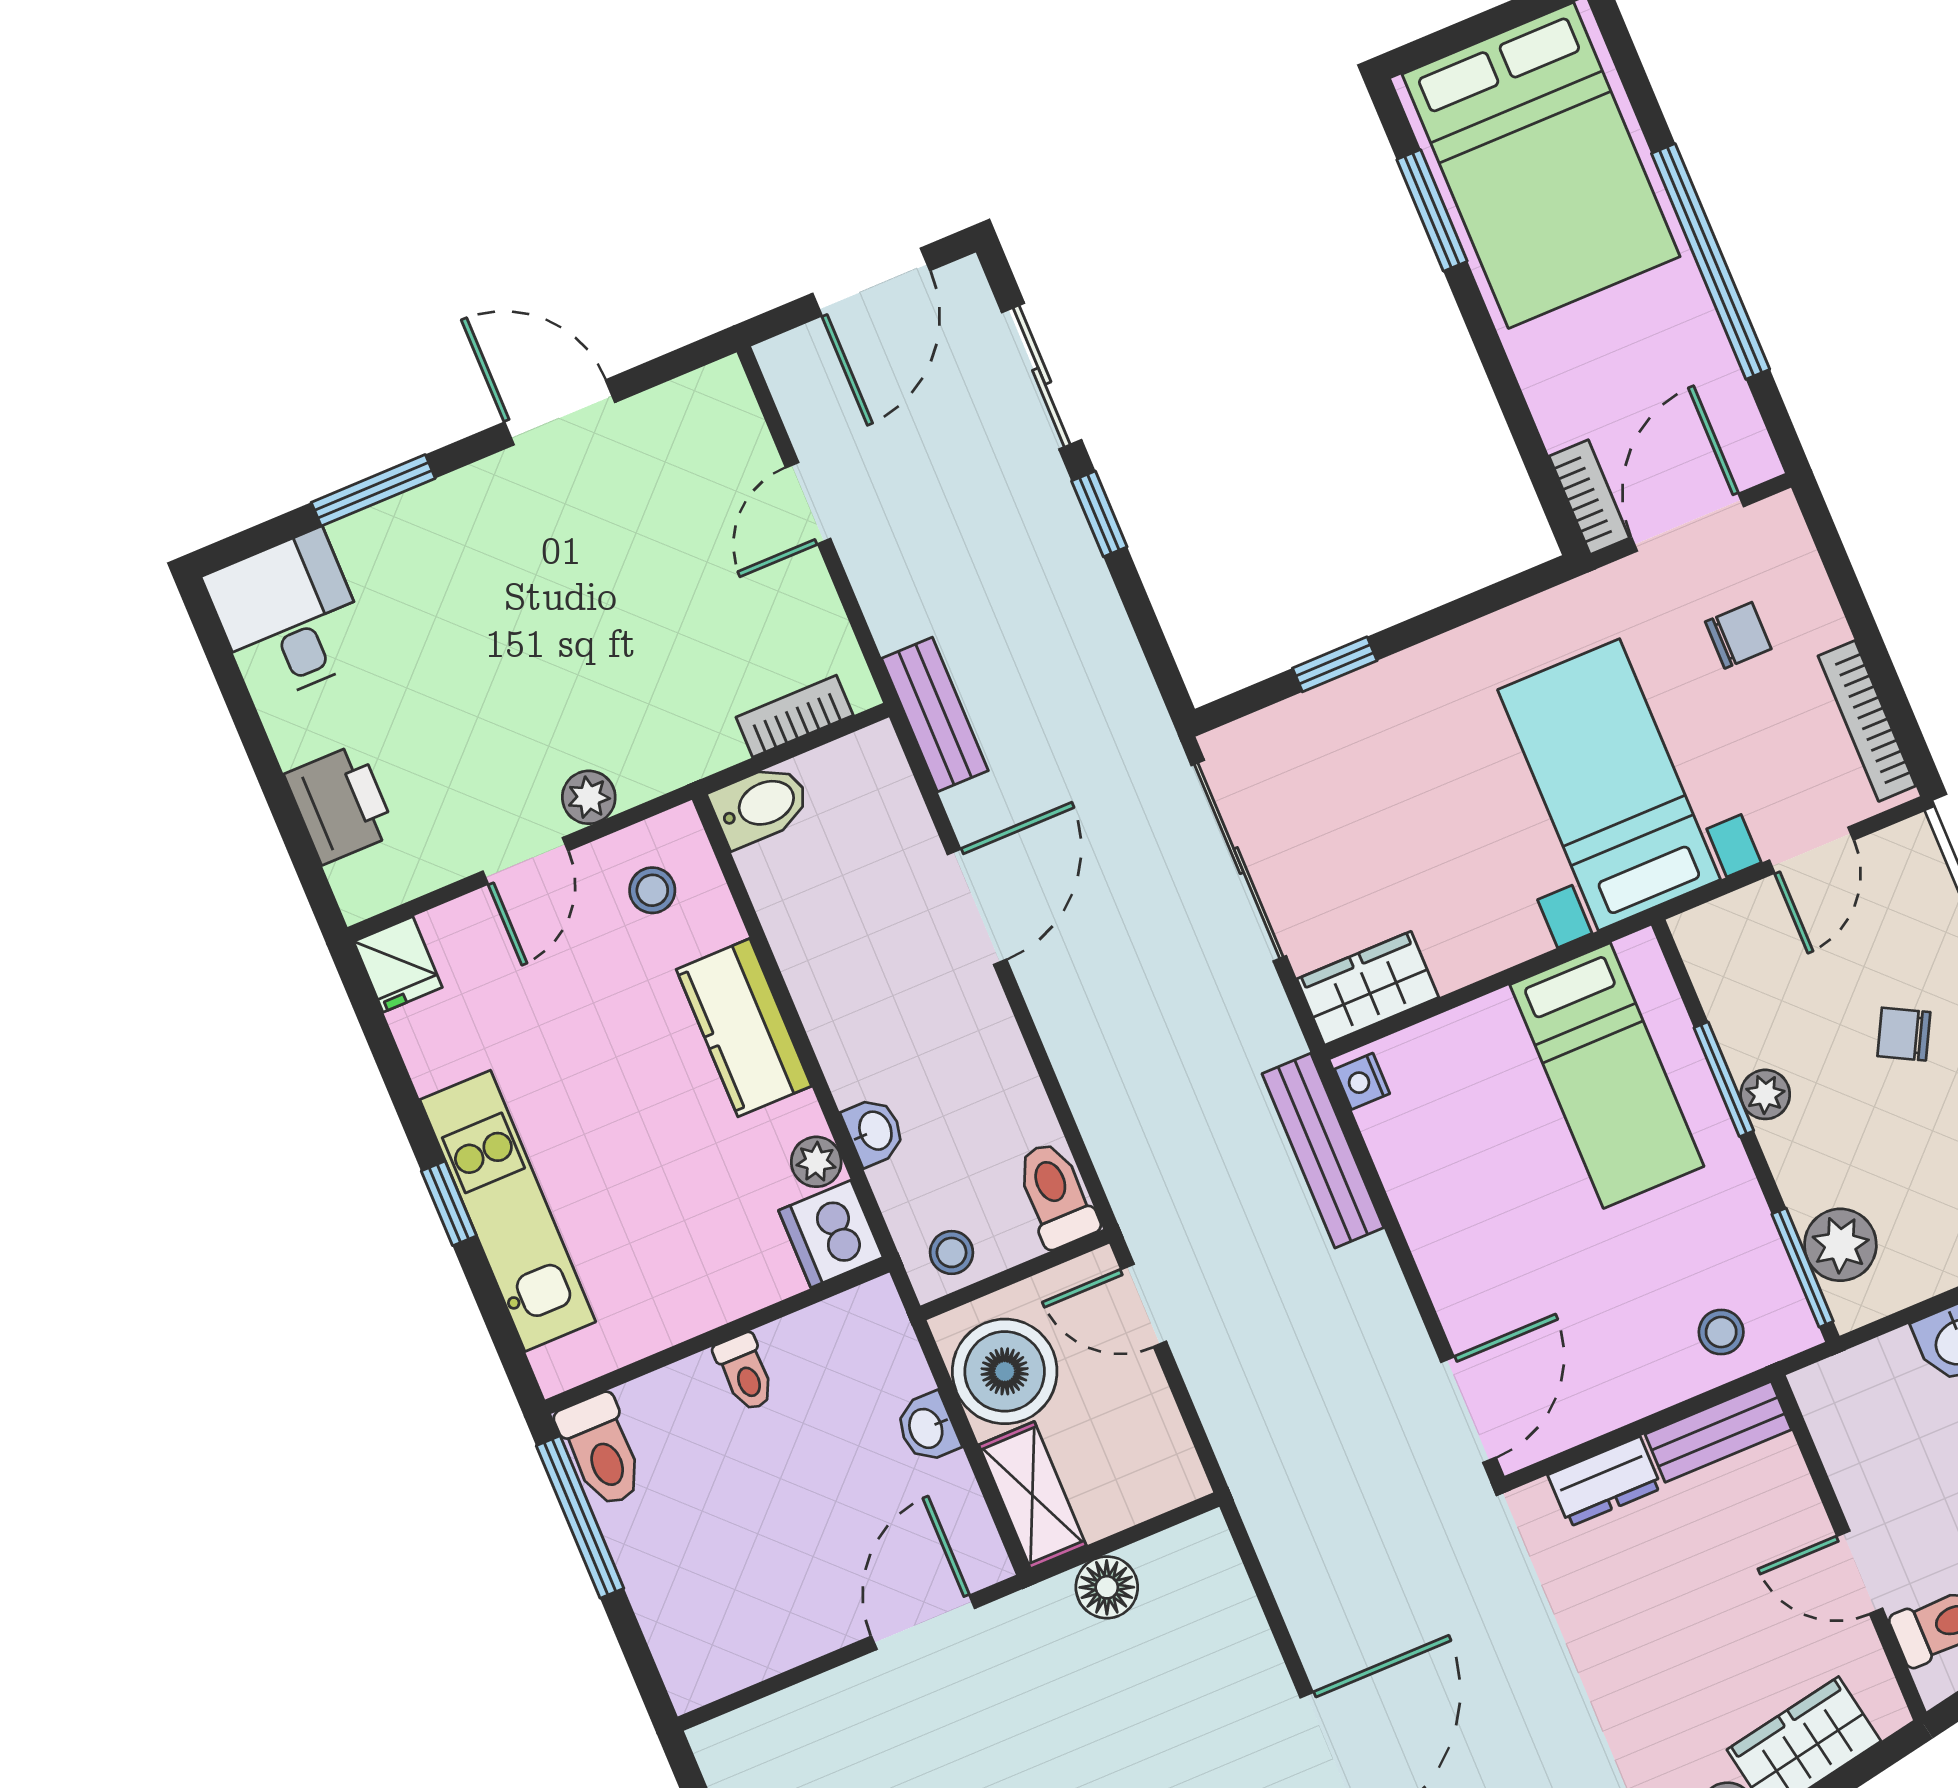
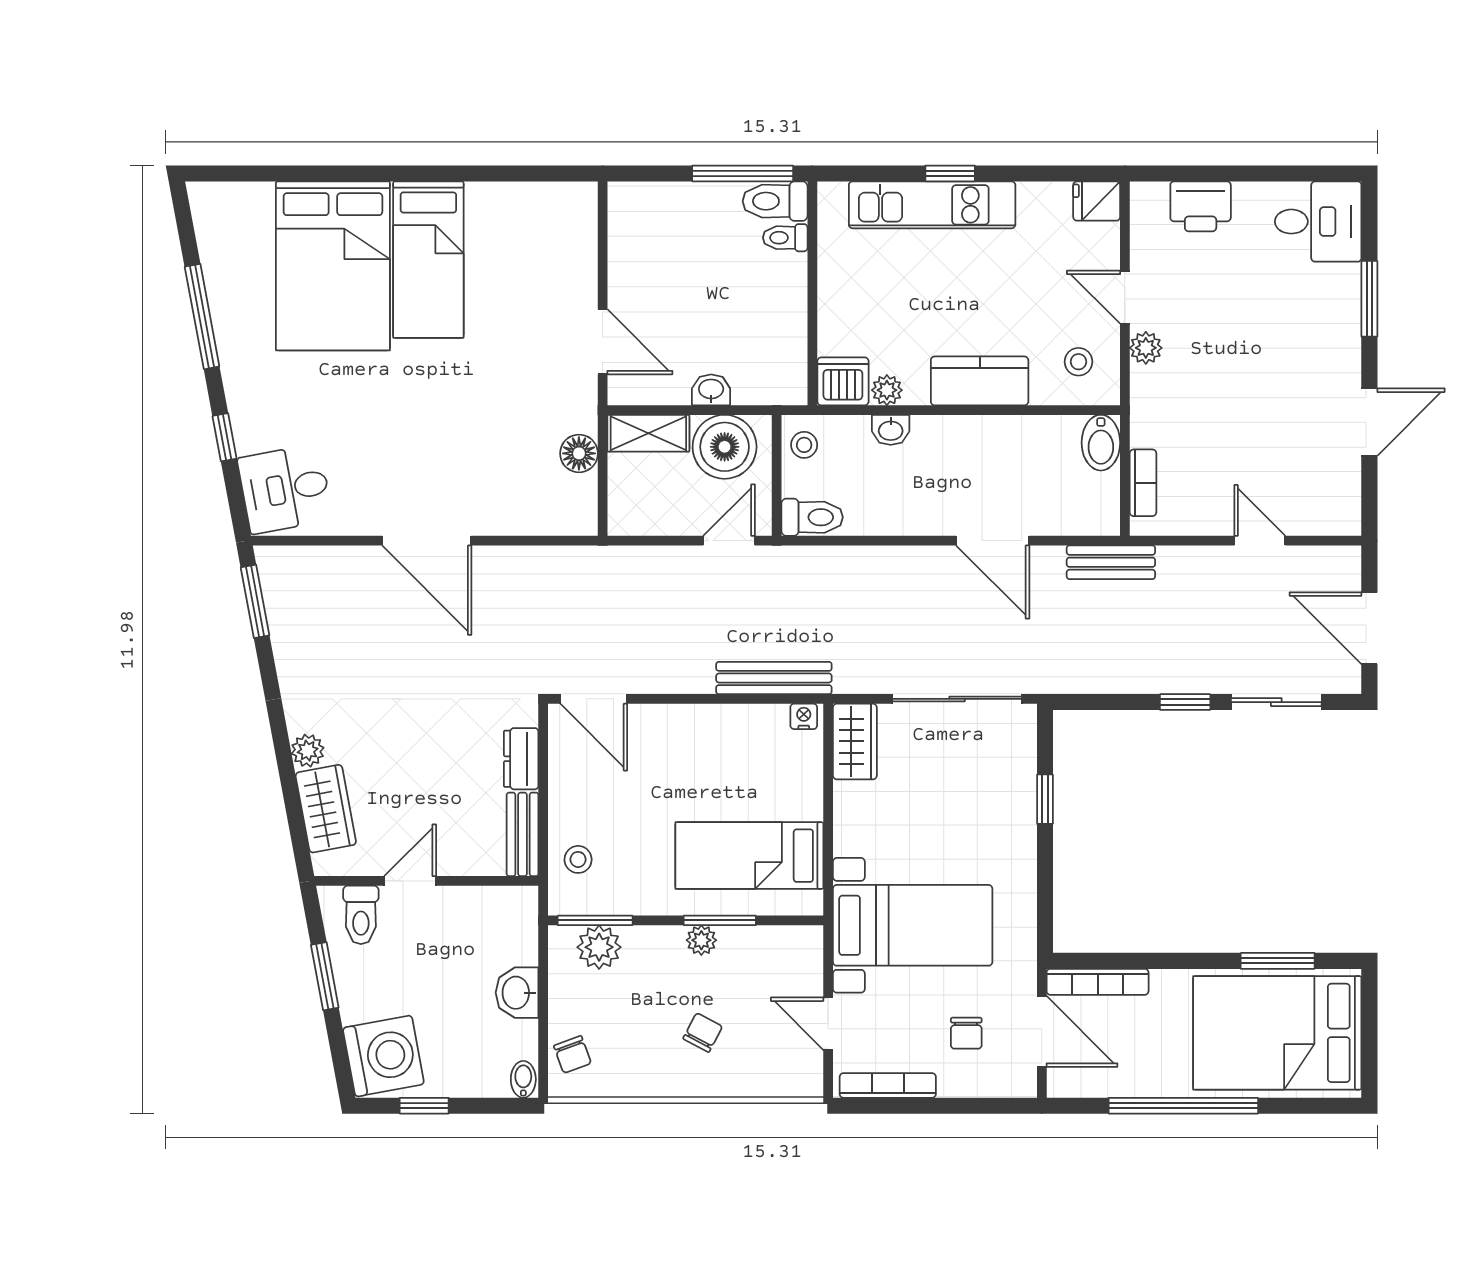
bookcase: (1589, 497) -> (1098, 982), width x1.56
toilet: (745, 1372) -> (785, 238), moved

